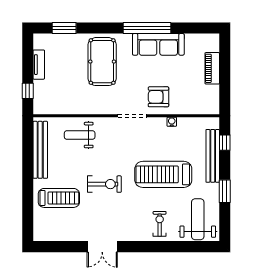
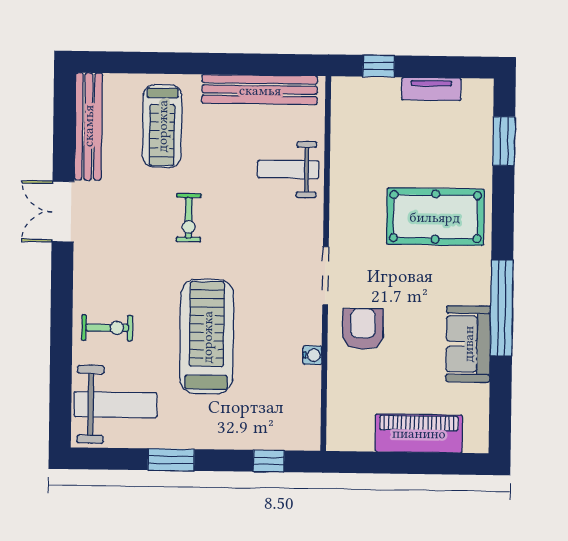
sofa: (158, 44) -> (468, 344), width x0.73
piano: (212, 68) -> (419, 433), width x1.37, depth x1.33
weight bench: (80, 135) -> (288, 169), turned -90
bench: (213, 156) -> (88, 126), moved, turned 90
exercise bike: (104, 184) -> (189, 218), width x0.73, depth x0.72

